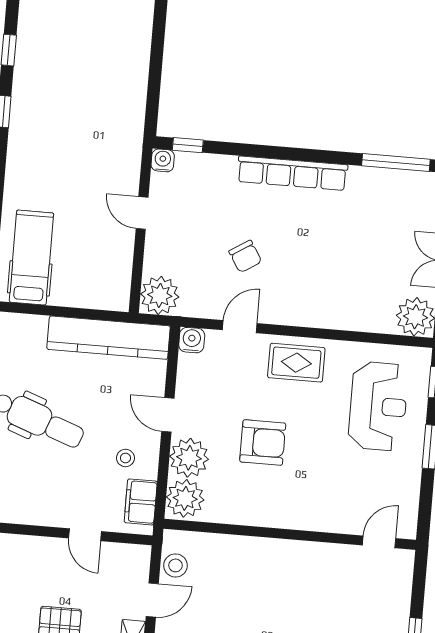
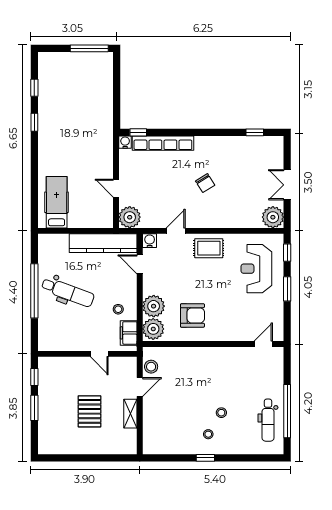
window: (396, 163) -> (255, 132), width x0.46
row of seats: (292, 173) -> (163, 143), moved
door: (142, 213) -> (116, 188), moved
chair: (245, 256) -> (205, 183), moved
reception desk: (378, 406) -> (256, 269), turned 180
door: (168, 415) -> (140, 264), moved
armchair: (263, 442) -> (192, 315), moved

